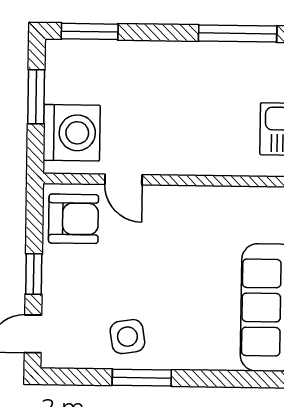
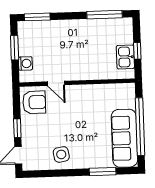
washing machine: (72, 133) -> (25, 63), width x0.53, depth x0.53
window: (142, 378) -> (103, 172), moved

